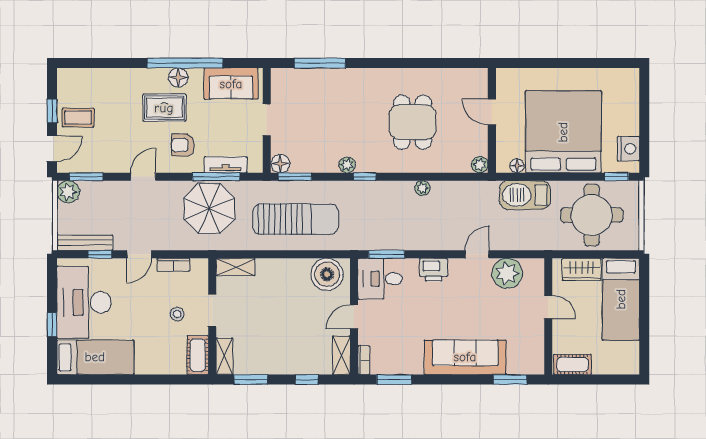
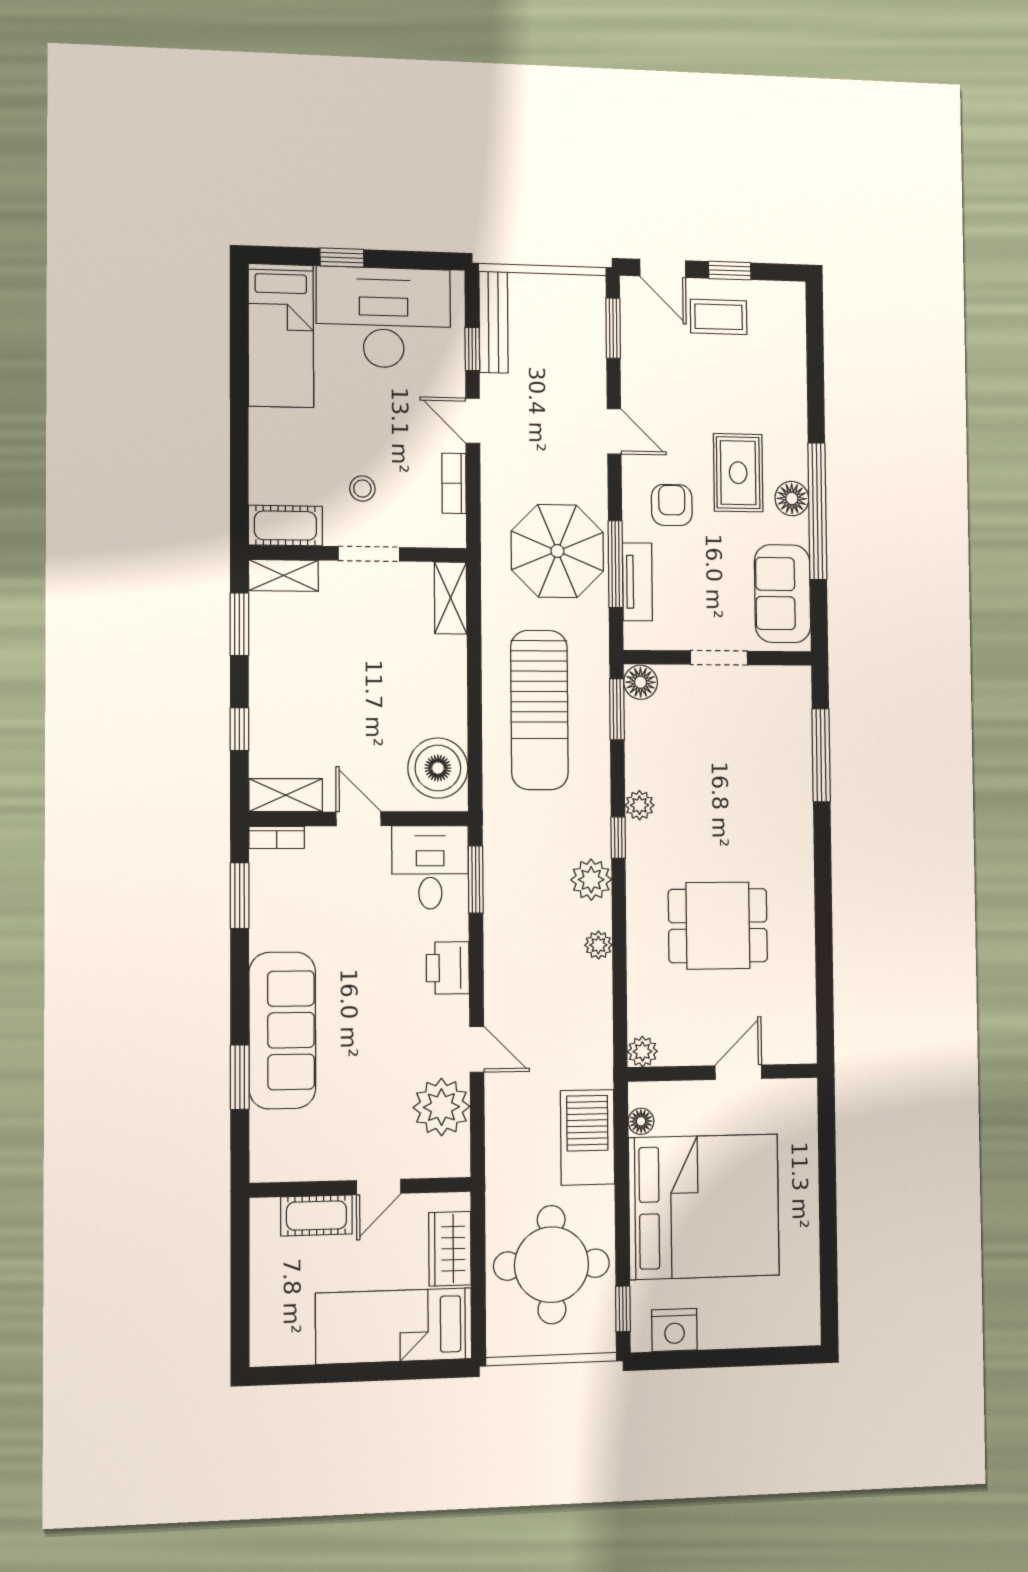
coffee table: (78, 118) -> (719, 317), turned 90
plant: (68, 192) -> (591, 880), moved
cot: (572, 365) -> (316, 1216), moved, turned 90
window: (510, 380) -> (240, 1077), moved

